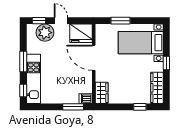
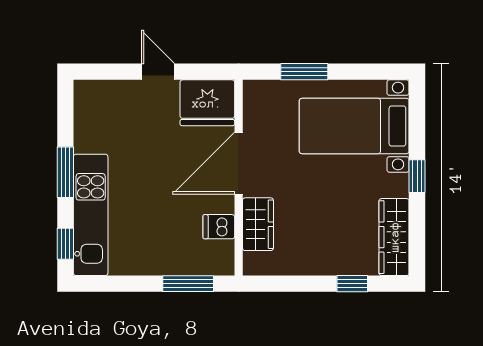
window: (39, 21) -> (104, 72), removed
plant: (45, 33) -> (119, 101), removed
door: (94, 58) -> (239, 163), hinge flipped
wardrobe: (102, 93) -> (258, 224), moved
dishwasher: (86, 99) -> (219, 227), moved

